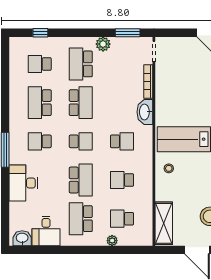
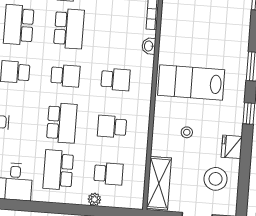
washbasin: (145, 112) -> (149, 46), width x0.52, depth x0.69
stool: (169, 168) -> (187, 132), moved
school desk: (122, 219) -> (108, 174), turned 180

